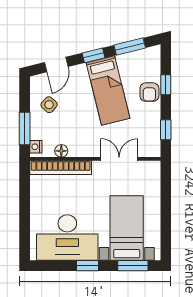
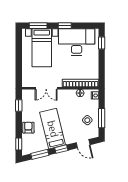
door: (56, 65) -> (83, 144), swing flipped
window: (166, 85) -> (19, 144), moved
window: (25, 129) -> (102, 118), moved
window: (25, 236) -> (102, 43), added

